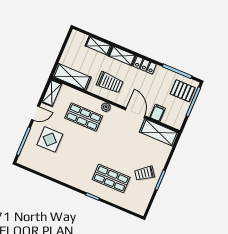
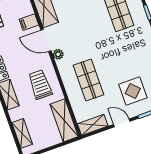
shelving: (98, 46) -> (22, 133), moved
plant: (106, 107) -> (58, 54), moved
door: (135, 113) -> (46, 40), hinge flipped

